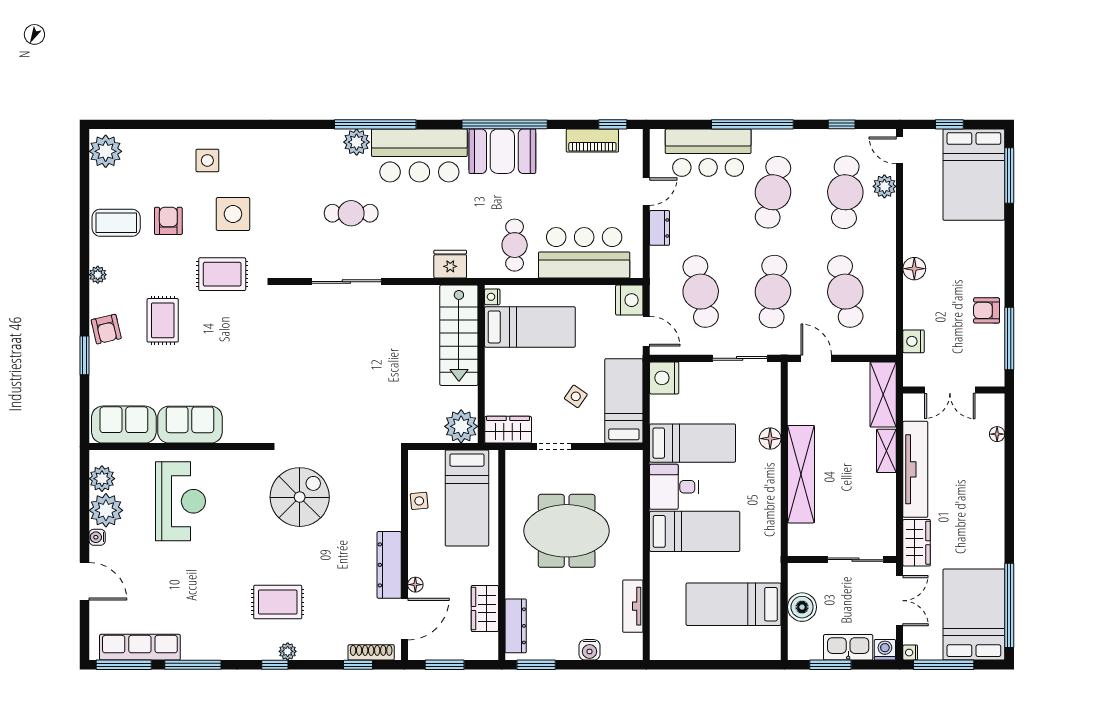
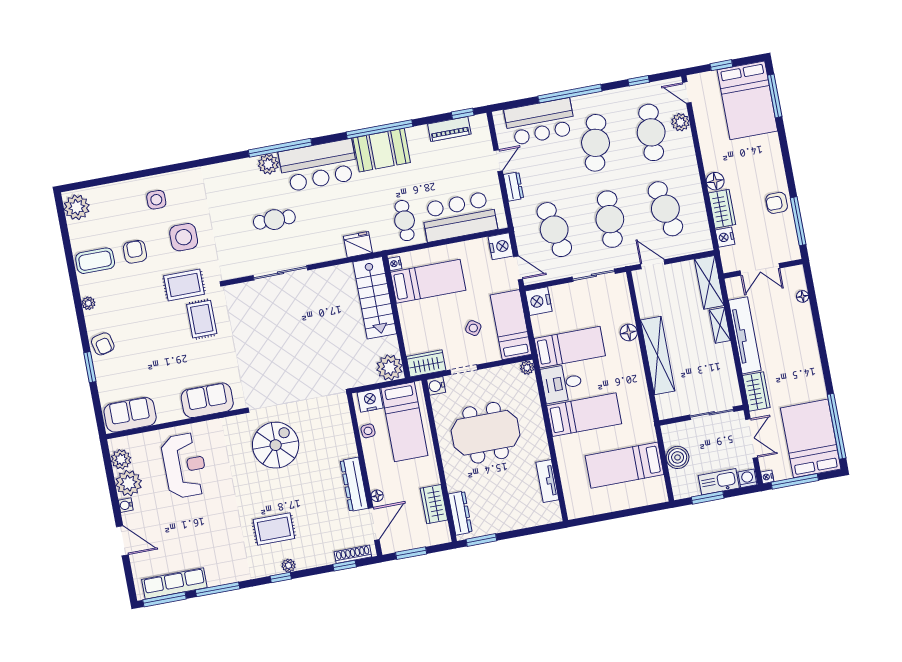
wardrobe: (916, 305) -> (722, 209), added
rug: (163, 320) -> (202, 319), moved
sofa: (190, 425) -> (207, 400), moved
plant: (634, 459) -> (527, 368), added
nightstand: (429, 463) -> (370, 400), added
water cooler: (589, 650) -> (436, 386), moved, turned 90

